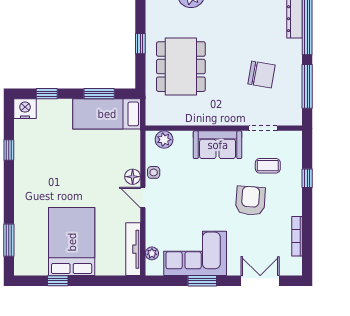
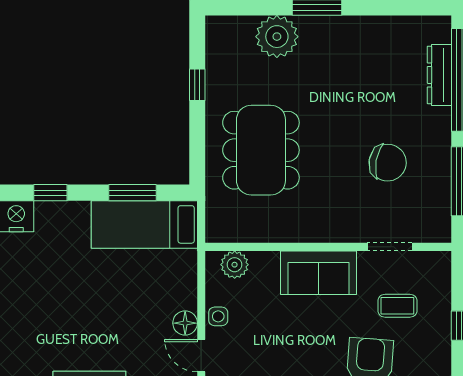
window: (140, 44) -> (197, 85), moved

